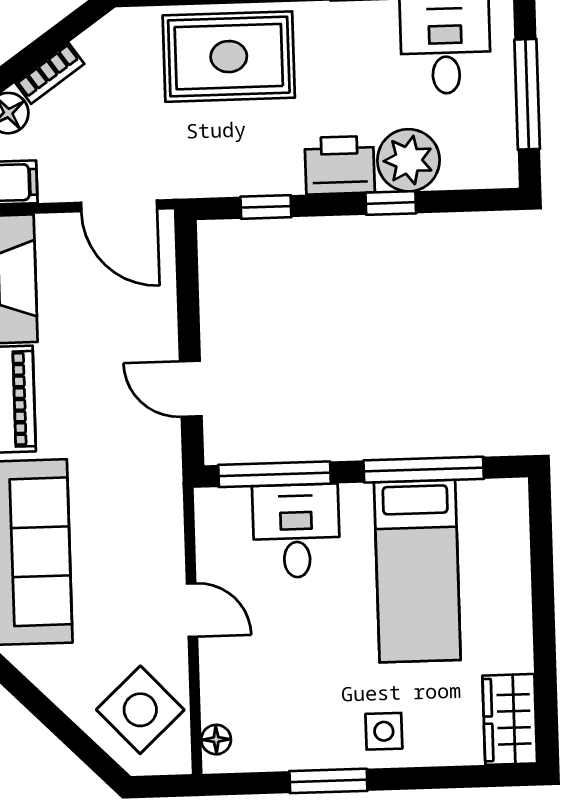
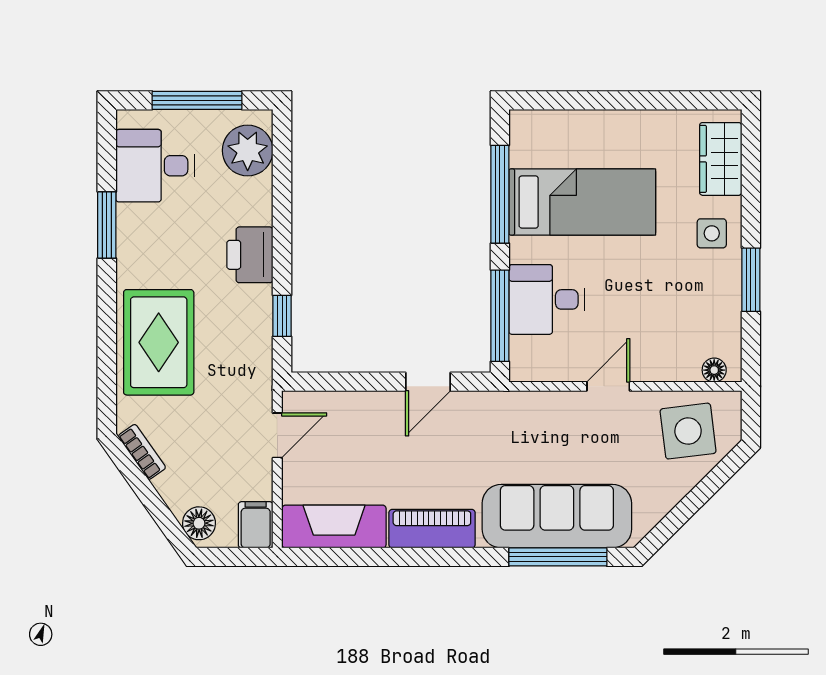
bookcase: (50, 73) -> (142, 452), moved
plant: (408, 160) -> (248, 150), moved
window: (391, 203) -> (282, 214), removed
door: (119, 206) -> (277, 435), width x0.73
side table: (140, 710) -> (688, 431), turned 36
wardrobe: (510, 719) -> (721, 159), moved, turned 90

